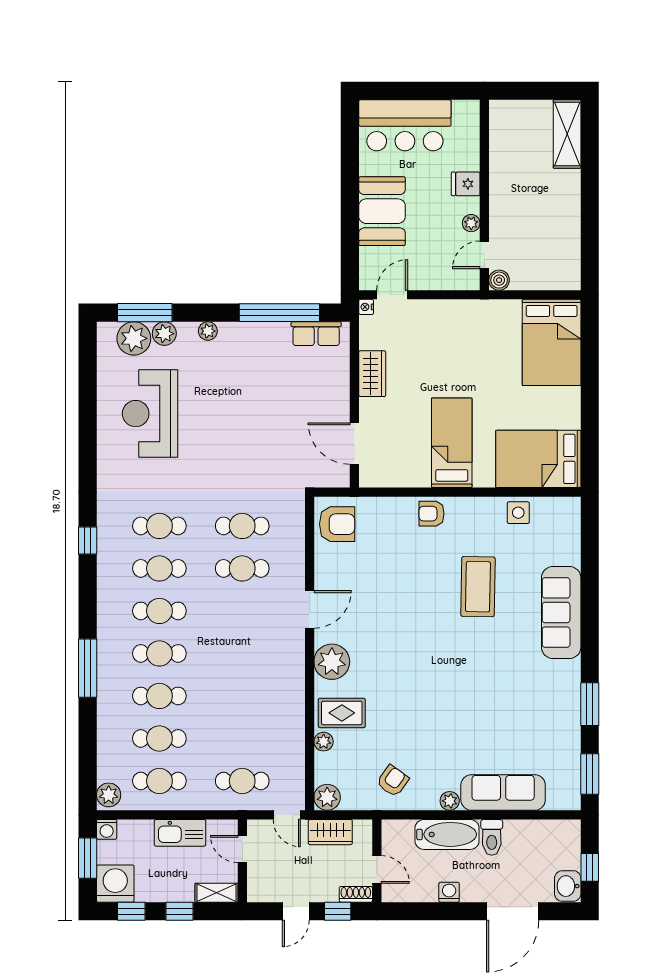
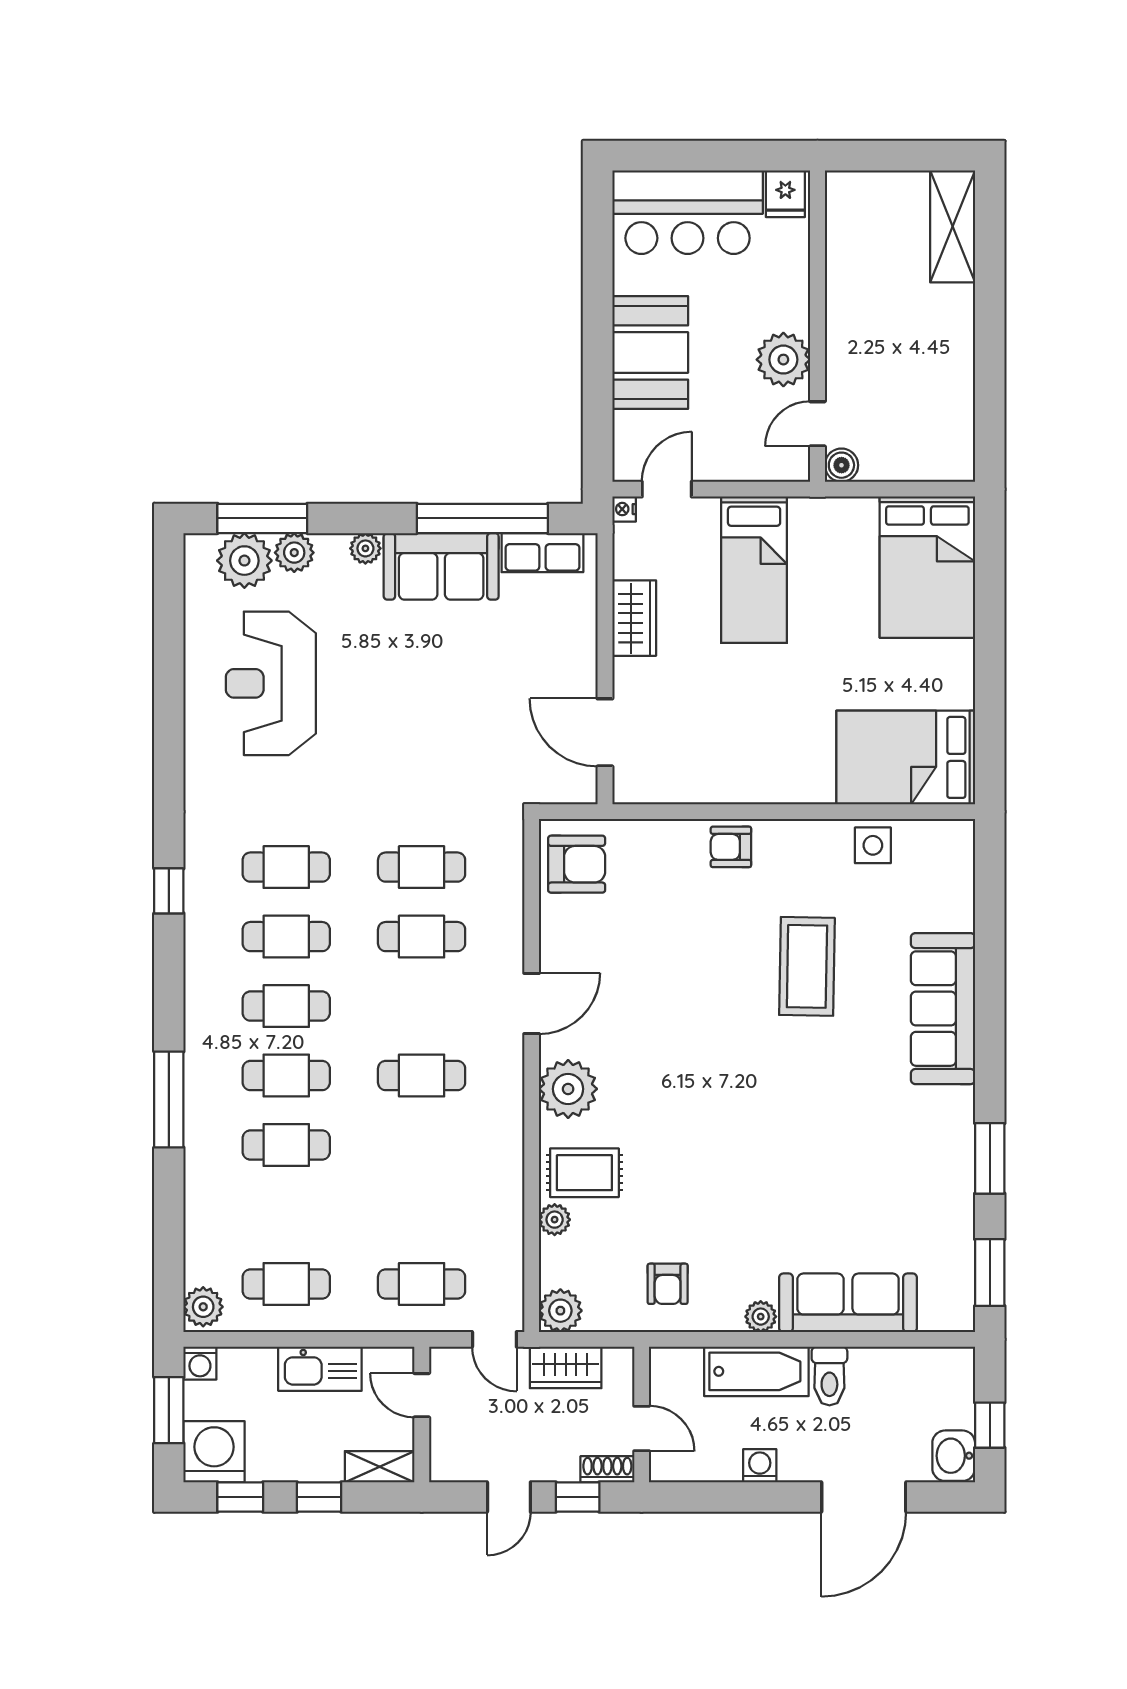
fridge: (466, 184) -> (785, 194), moved, turned -90
plant: (471, 223) -> (783, 360), width x1.88, depth x1.88
sofa: (254, 342) -> (441, 566), added
bed: (452, 443) -> (754, 570), moved, turned 180
cafe table: (159, 738) -> (422, 1076), moved
armchair: (393, 781) -> (668, 1284), turned 144

